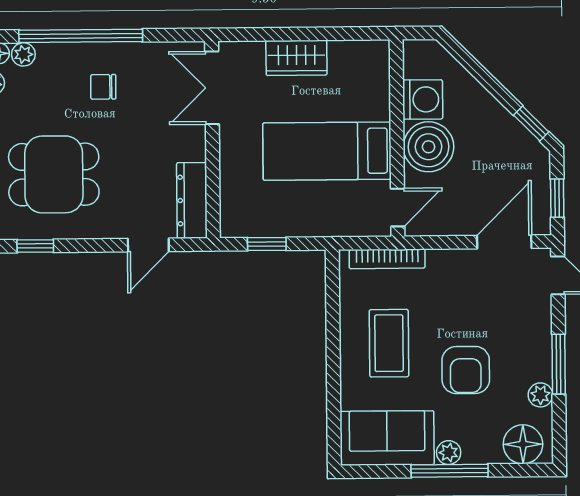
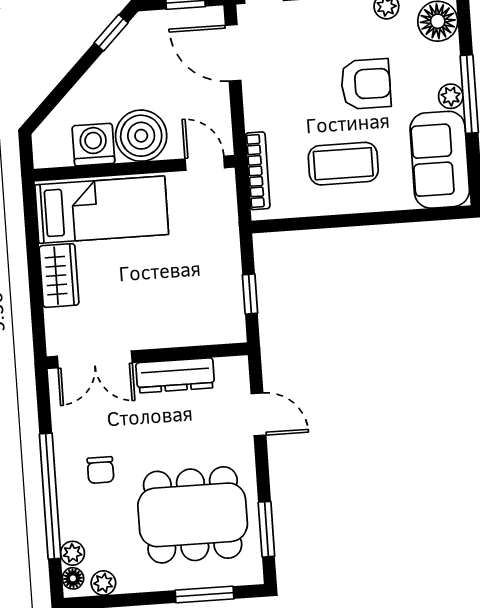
bed: (327, 151) -> (102, 210), moved, turned -90
dining table: (54, 174) -> (193, 515), width x1.38
dresser: (192, 200) -> (175, 375), moved
window: (35, 246) -> (266, 529), width x1.50

